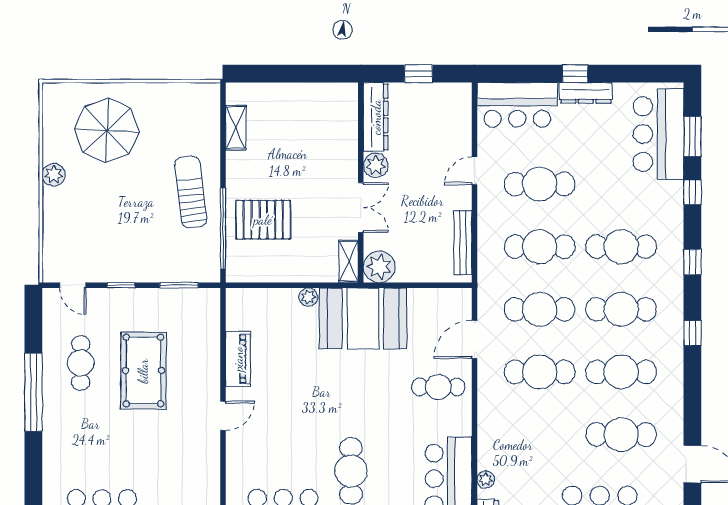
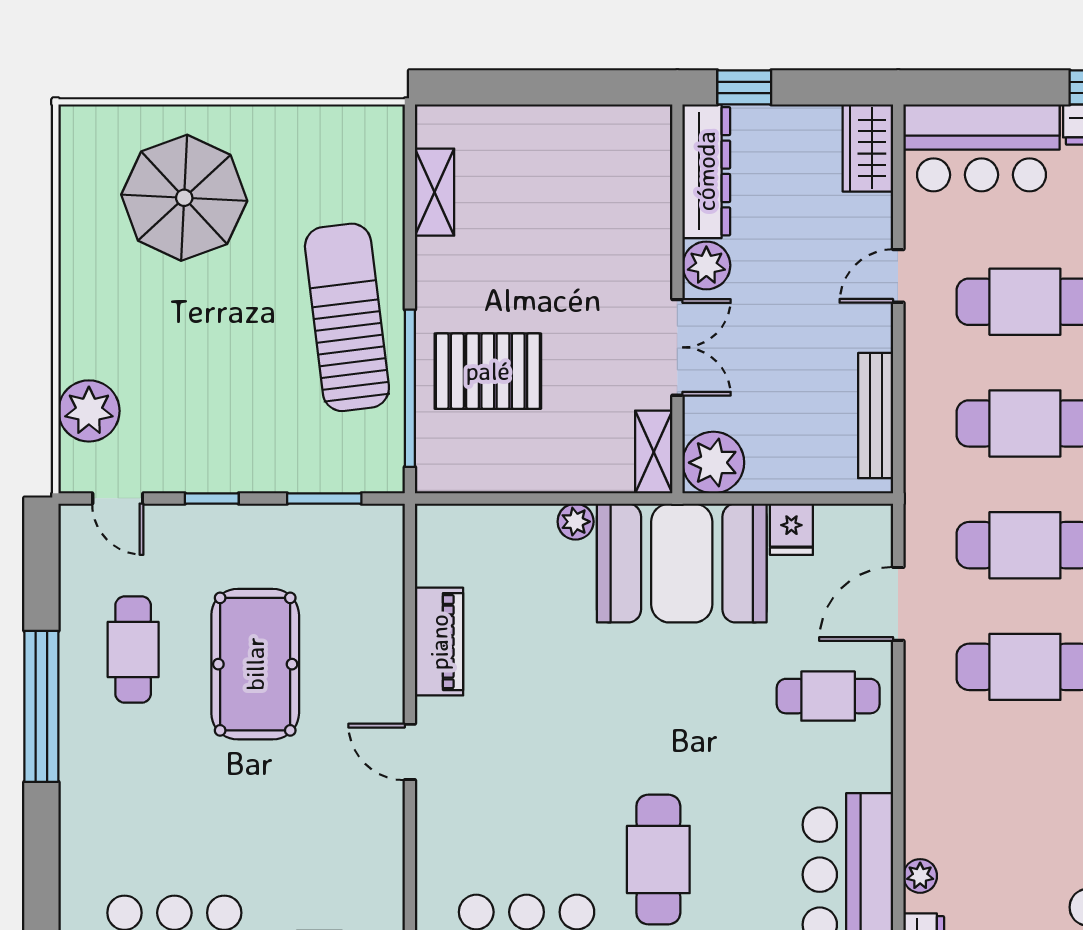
window: (419, 74) -> (744, 87), moved
wardrobe: (459, 105) -> (868, 148), added
plant: (54, 175) -> (89, 411), moved, width x1.36, depth x1.36
sun lounger: (191, 192) -> (347, 317), width x1.36, depth x1.34
fridge: (419, 301) -> (791, 529), added
door: (223, 416) -> (410, 752), swing flipped

